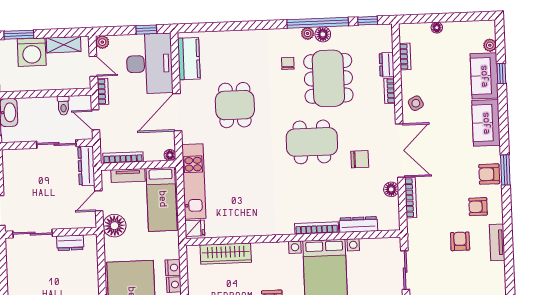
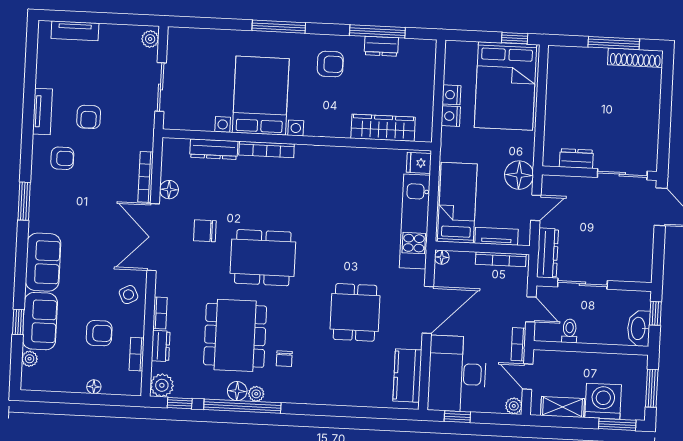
plant: (383, 34) -> (162, 385), added
armchair: (489, 174) -> (99, 333), moved

